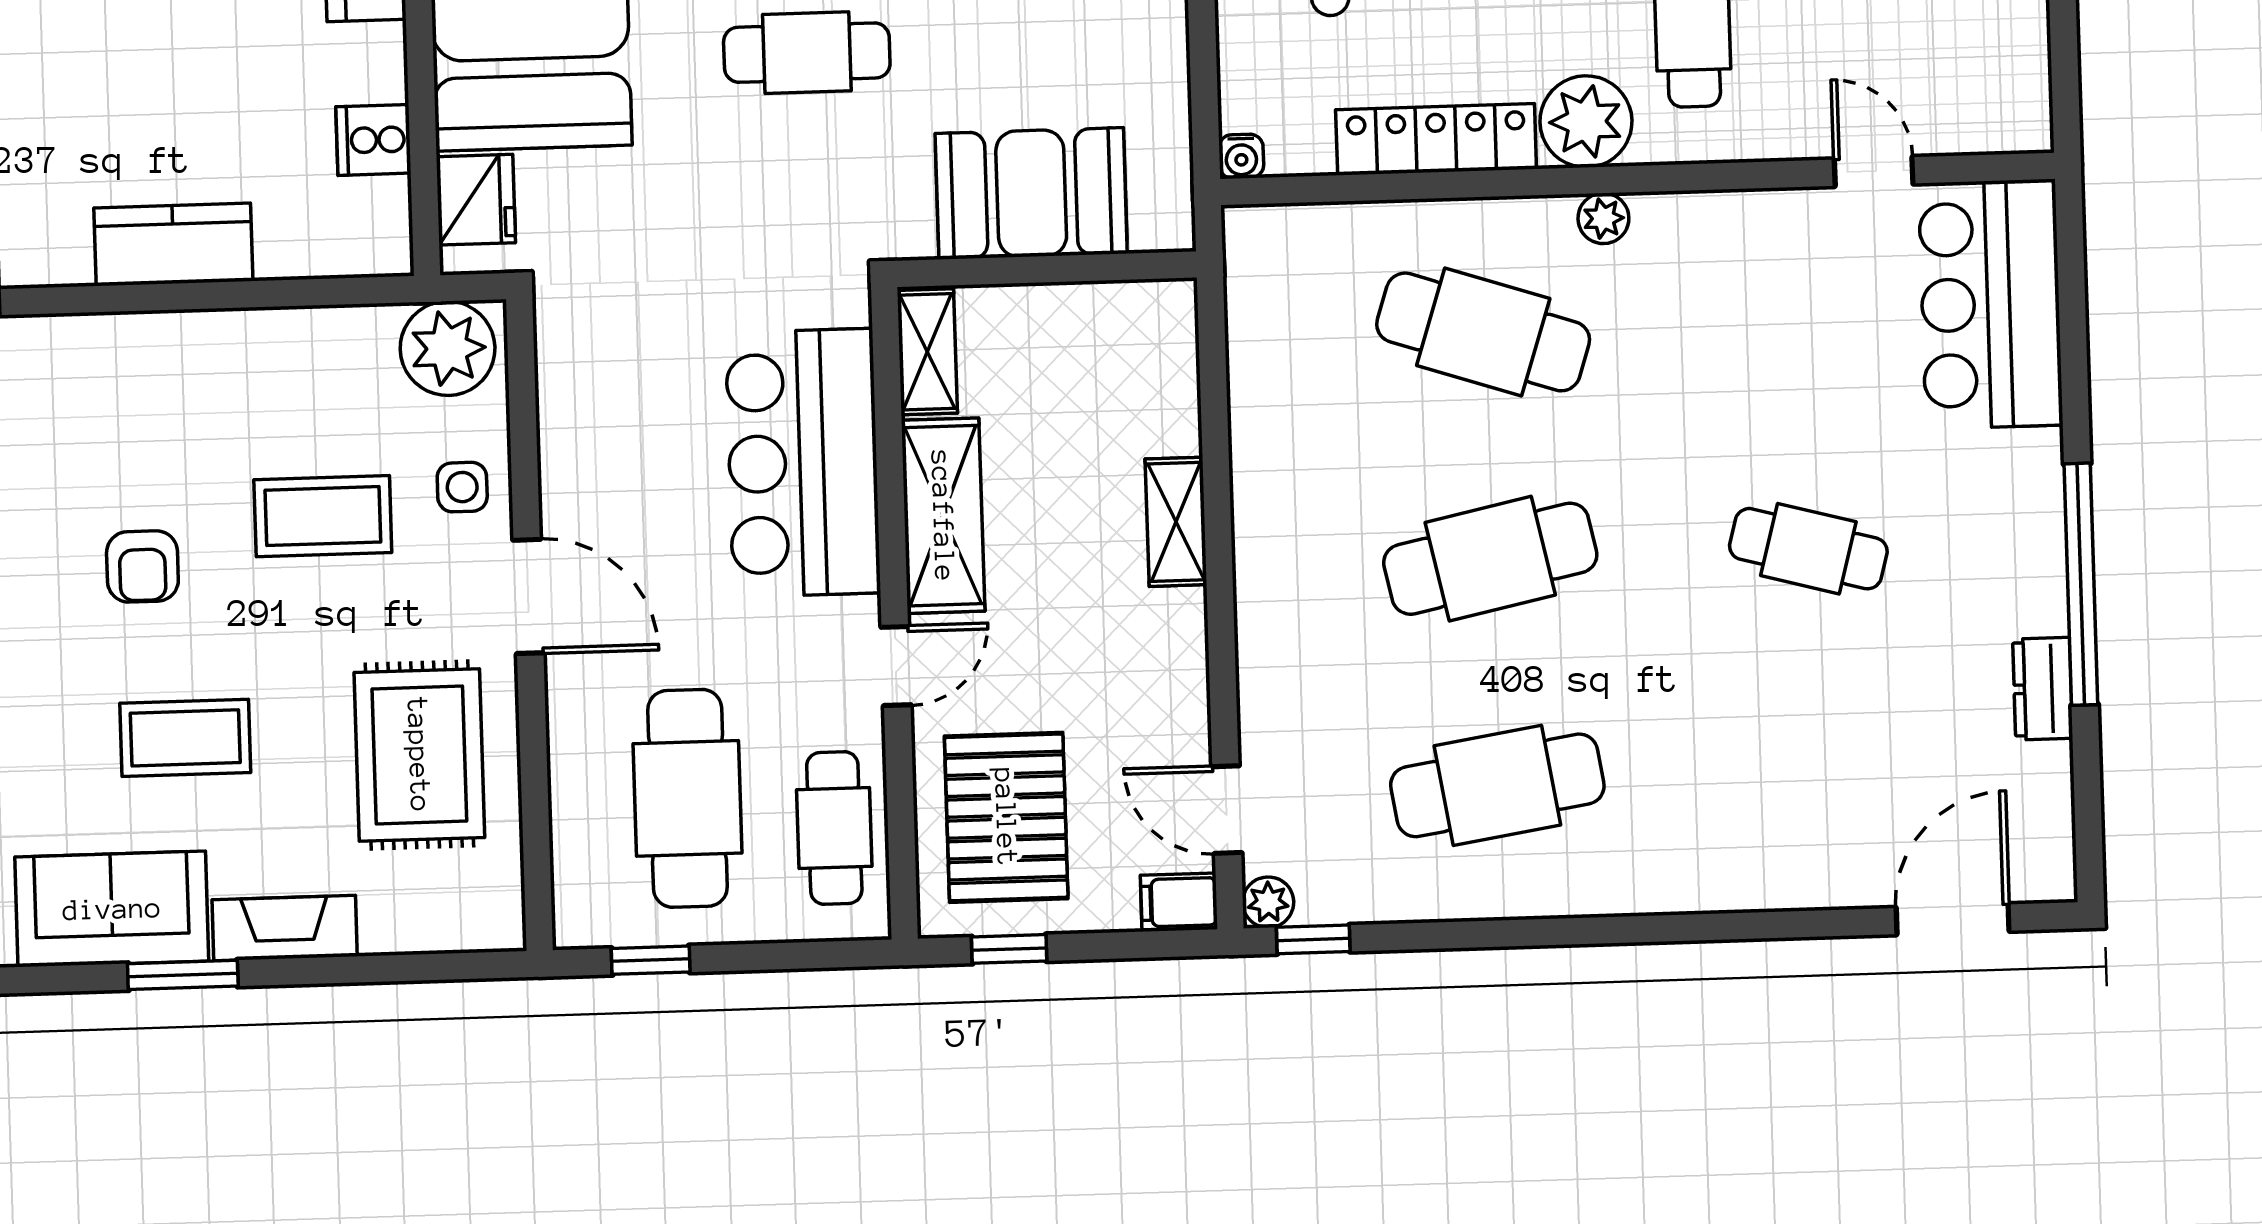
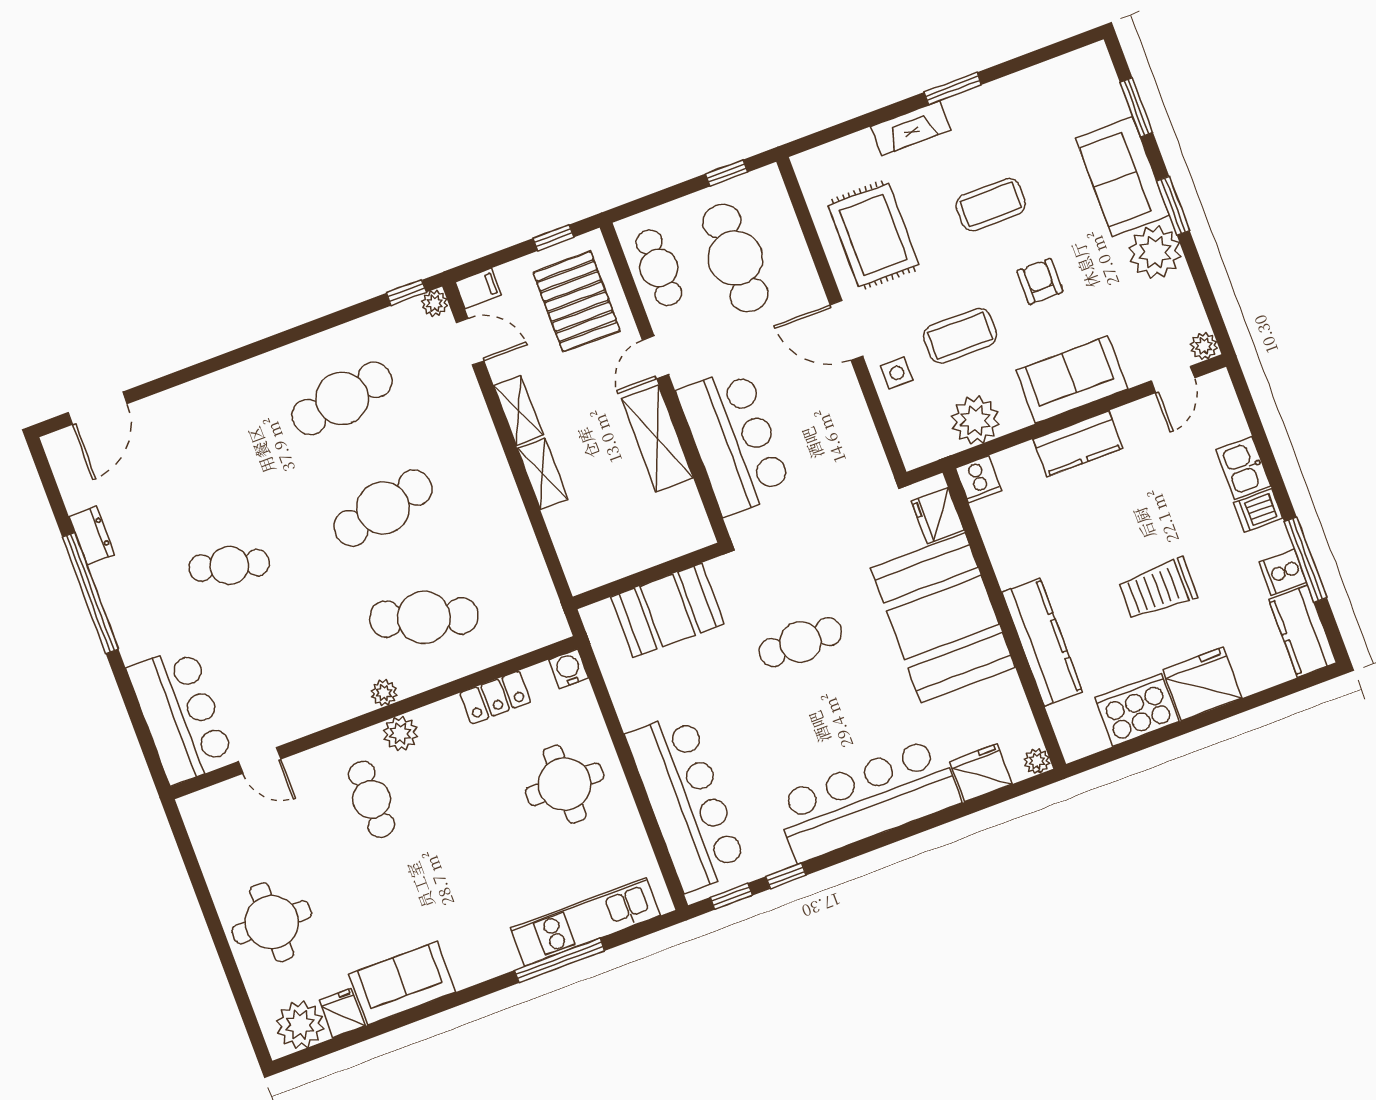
plant: (1586, 122) -> (400, 733), width x0.73, depth x0.73
locker: (1436, 139) -> (495, 698), width x0.66
cooker: (373, 140) -> (978, 479), moved, turned 90
water cooler: (1241, 156) -> (569, 669), width x1.38, depth x1.38
plant: (448, 348) -> (975, 420), moved
shelving: (927, 352) -> (519, 411), moved
sofa: (112, 909) -> (1072, 380), moved, turned 180

